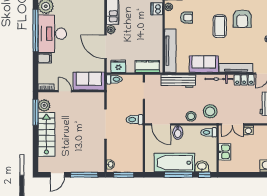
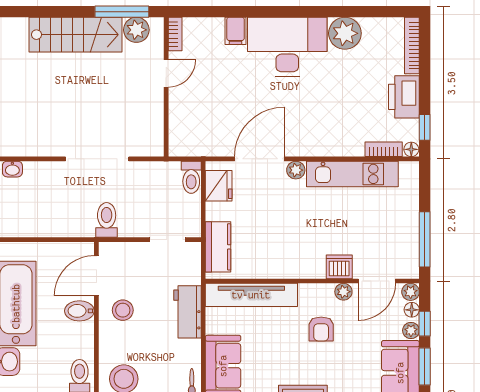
window: (35, 31) -> (294, 12), removed
sofa: (89, 81) -> (187, 124), removed
workbench: (178, 81) -> (187, 312), width x0.73
stool: (191, 116) -> (123, 310), moved

